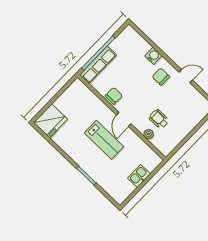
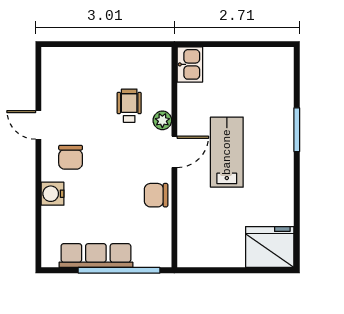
row of seats: (98, 65) -> (96, 256), moved
wheelchair: (159, 119) -> (129, 106), turned 180
plant: (149, 134) -> (162, 120), moved
kitchen sink: (139, 176) -> (190, 64), moved, turned -90

